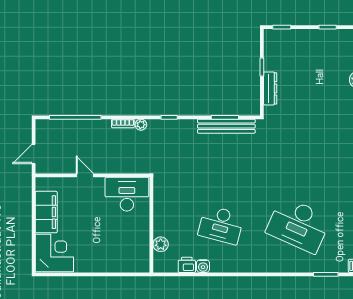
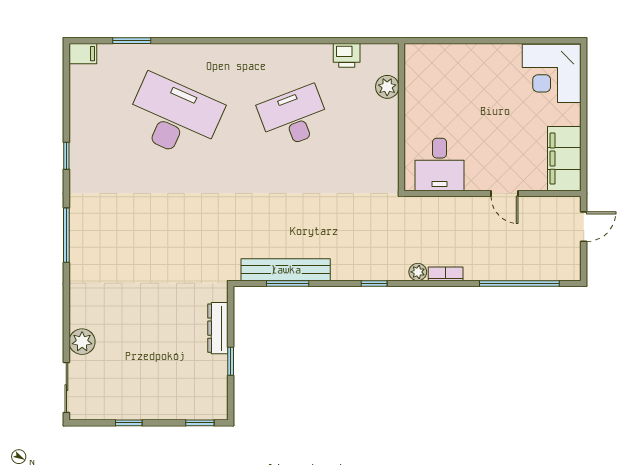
desk: (127, 194) -> (439, 164), width x0.73
filing cabinet: (46, 212) -> (564, 159), moved
desk: (221, 225) -> (294, 117), turned -36
water cooler: (203, 266) -> (322, 53), removed

